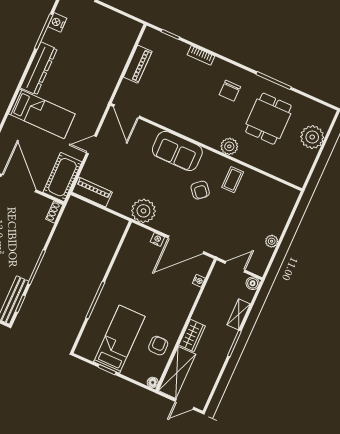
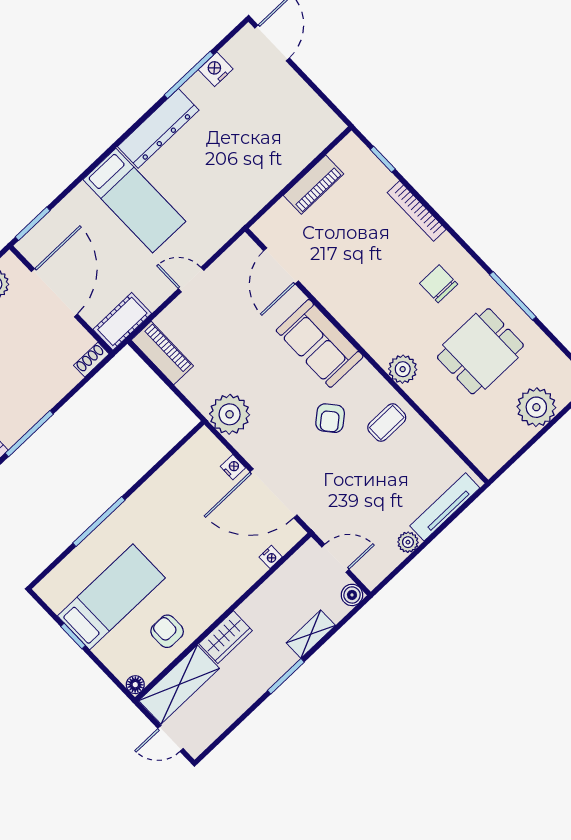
bookcase: (201, 55) -> (417, 211), width x1.56
chair: (230, 91) -> (439, 284), turned 90
door: (126, 111) -> (281, 266), moved
cot: (62, 177) -> (122, 321), width x0.73, depth x0.75
tv unit: (284, 213) -> (445, 507), added
armchair: (158, 346) -> (167, 631), turned -89

